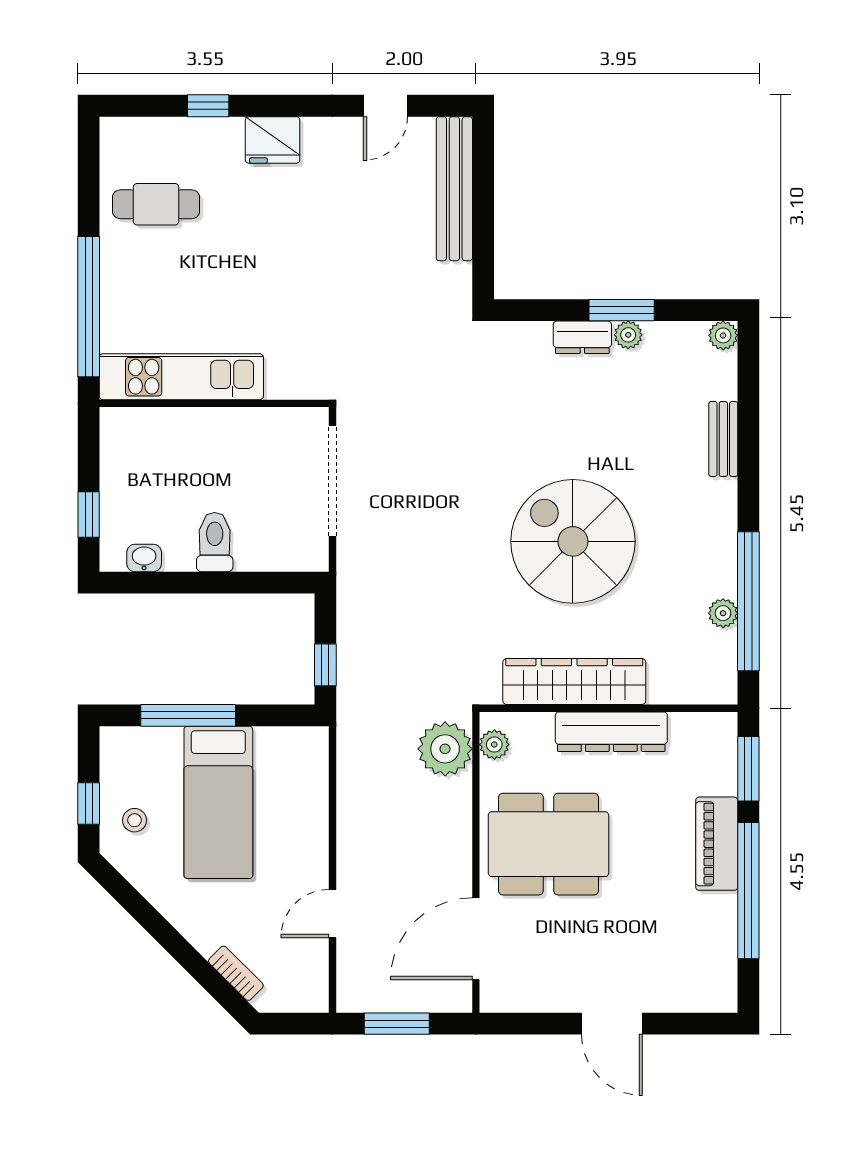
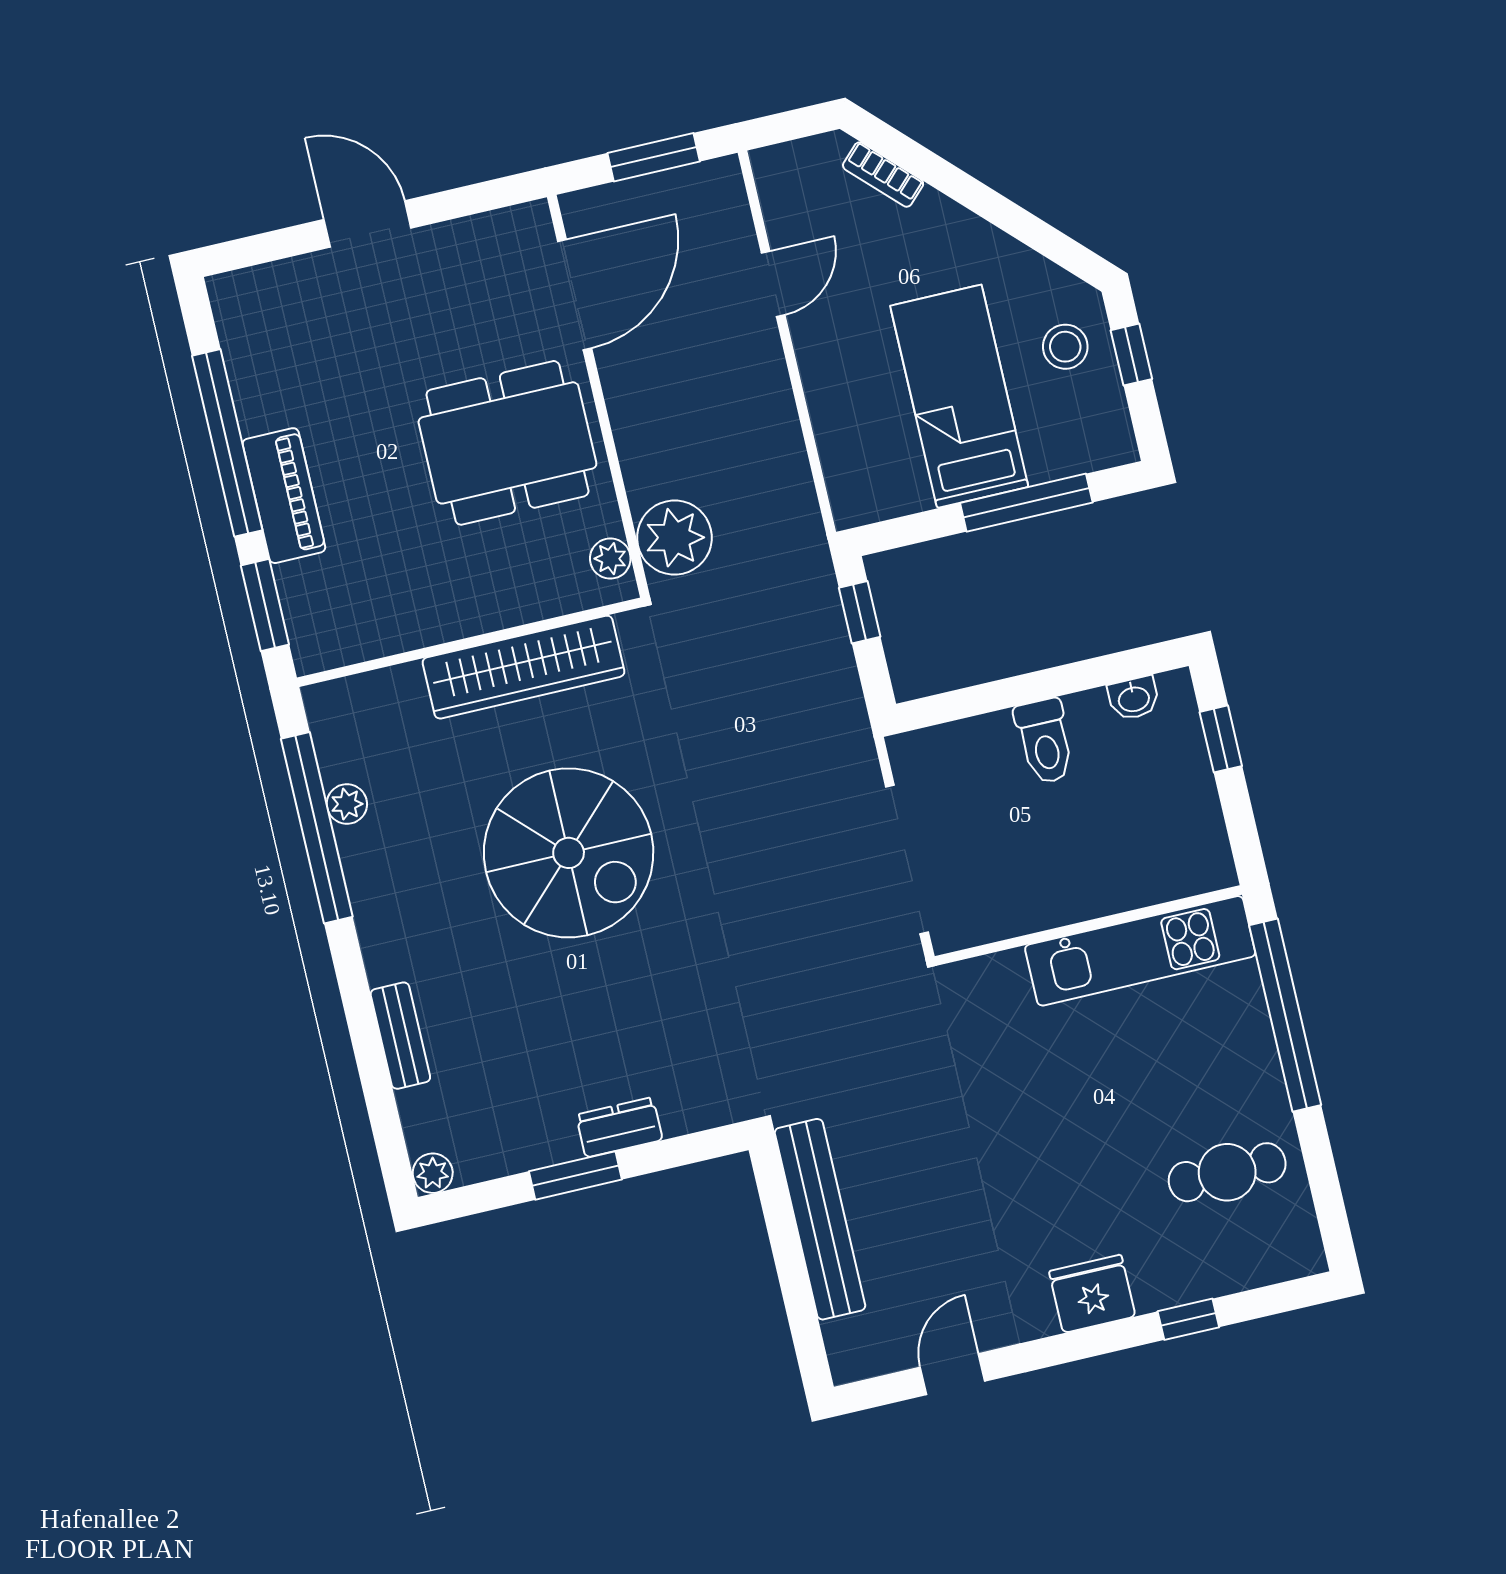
bench: (454, 189) -> (820, 1219), moved
plant: (628, 335) -> (559, 1145), removed
dresser: (611, 732) -> (459, 612), removed
stool: (134, 820) -> (1065, 347), width x1.37, depth x1.37

